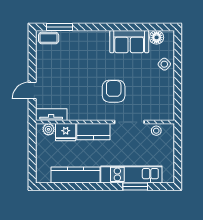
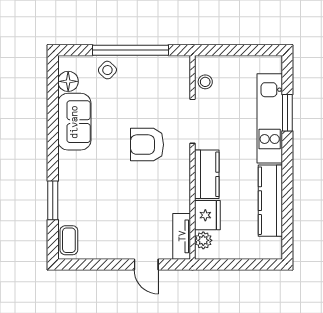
window: (60, 27) -> (53, 200), moved
window: (178, 80) -> (131, 50), added

